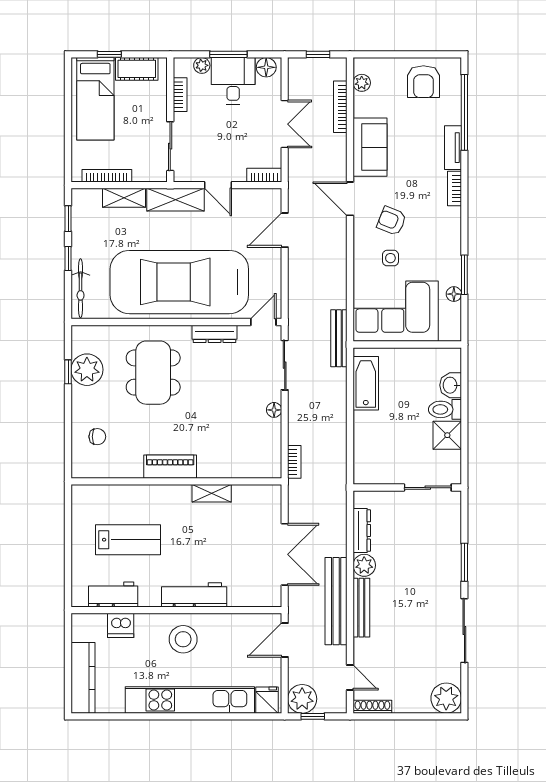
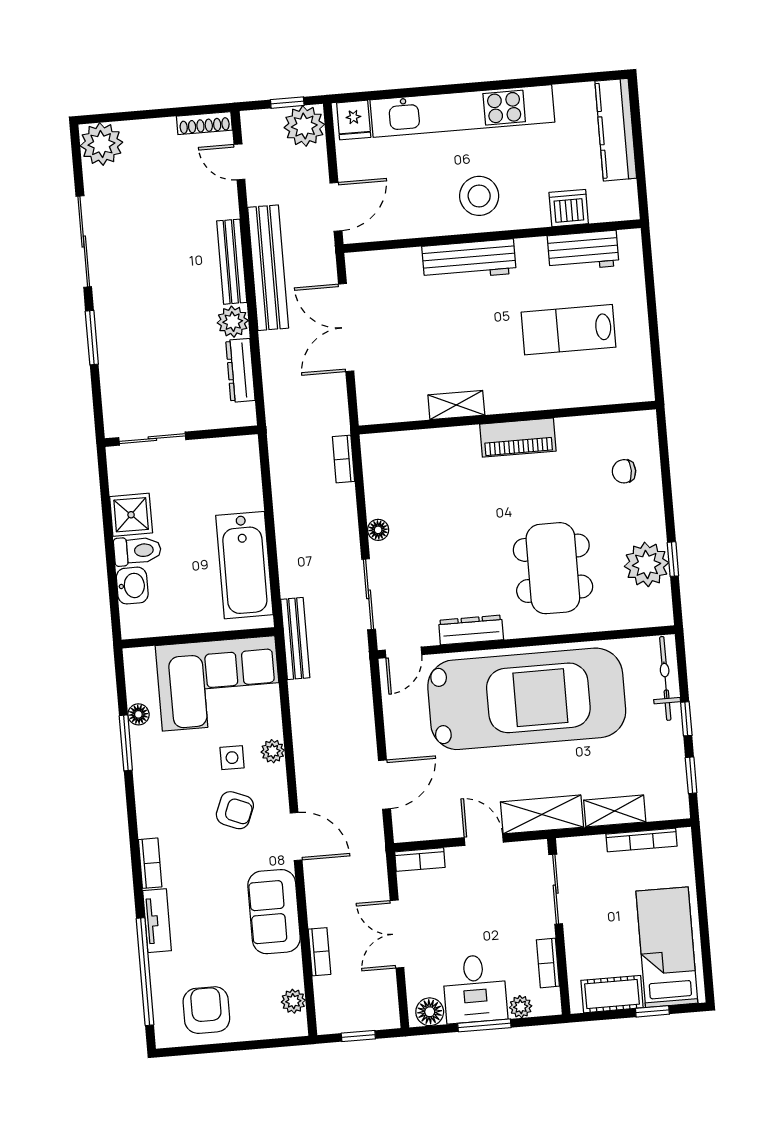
bookcase: (340, 107) -> (320, 952), width x0.64
plant: (361, 260) -> (273, 751), added
bathtub: (366, 383) -> (244, 565), width x1.36, depth x1.36

